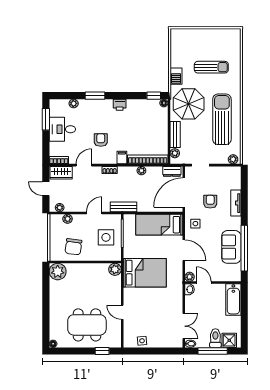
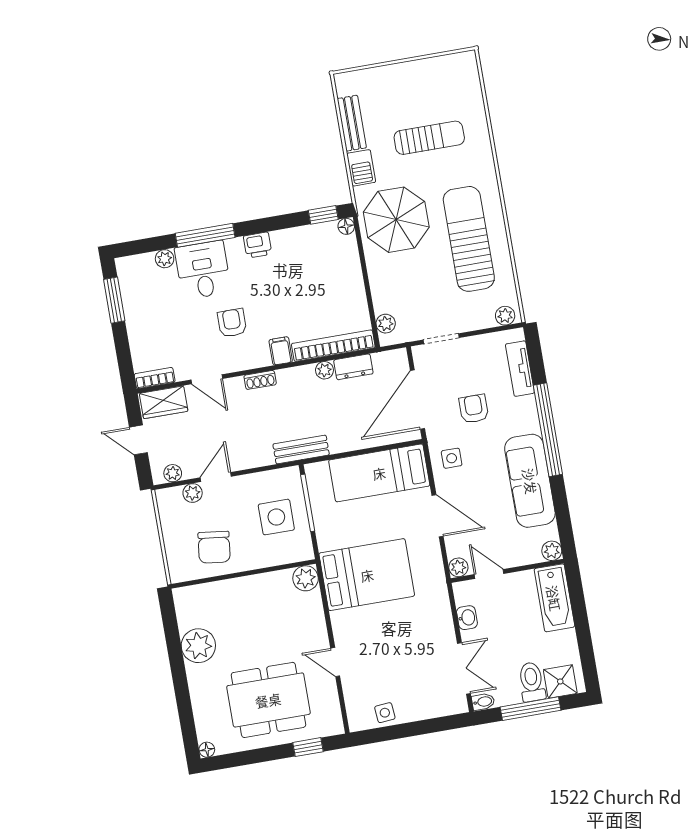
window: (95, 96) -> (205, 235), width x1.44
desk: (62, 129) -> (203, 270), moved, turned 90
bench: (175, 134) -> (352, 123), moved
door: (84, 165) -> (207, 379), swing flipped
dresser: (172, 171) -> (353, 367), moved
tv unit: (236, 203) -> (520, 369), moved
door: (94, 213) -> (216, 477), moved
sofa: (231, 247) -> (530, 481), width x1.36
window: (244, 248) -> (548, 430), moved
plant: (58, 272) -> (198, 646), moved
plant: (236, 277) -> (552, 551), added
washbasin: (190, 289) -> (467, 618), moved

